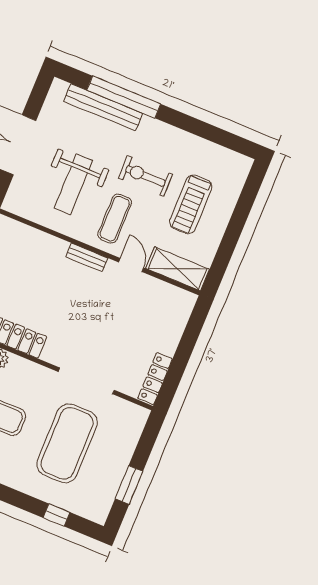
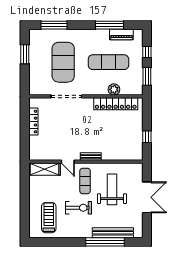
treadmill: (191, 204) -> (49, 218), moved
locker: (155, 379) -> (33, 122), moved
window: (57, 515) -> (54, 25), width x2.17

